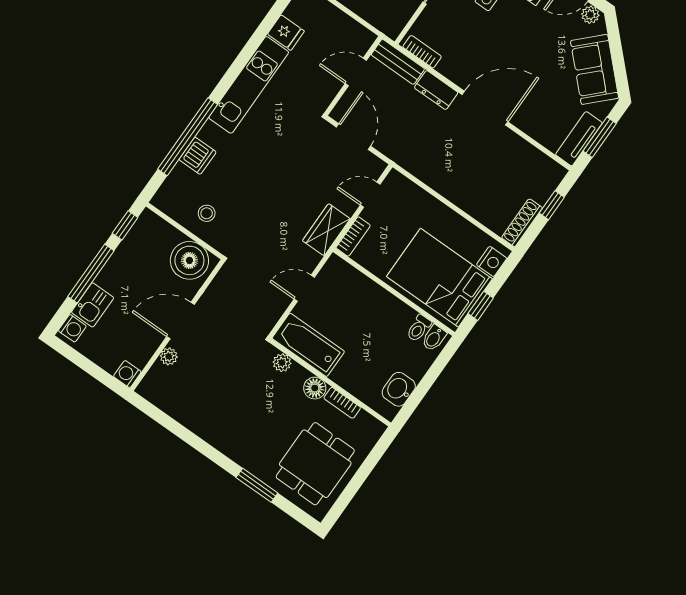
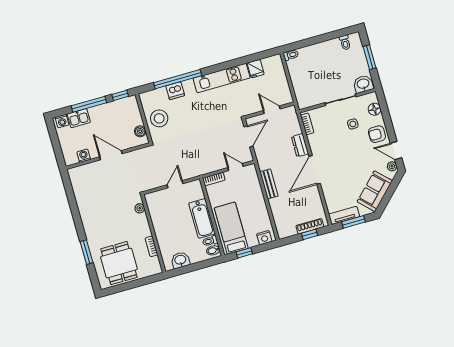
bench: (398, 62) -> (269, 184), moved
door: (485, 108) -> (315, 170), swing flipped
stool: (207, 213) -> (159, 118), width x1.89, depth x1.89
shoe rack: (522, 223) -> (310, 226), moved
wardrobe: (326, 230) -> (205, 167), removed
boiler: (189, 260) -> (140, 131), width x0.54, depth x0.54
bed: (440, 278) -> (231, 228), width x0.67
door: (304, 288) -> (175, 184), hinge flipped
bathtub: (308, 345) -> (202, 218), moved, turned 180
plant: (169, 356) -> (93, 167), removed
washing machine: (127, 374) -> (84, 156), moved
floor lamp: (315, 388) -> (145, 231), removed
dining table: (315, 464) -> (119, 263), turned 90

